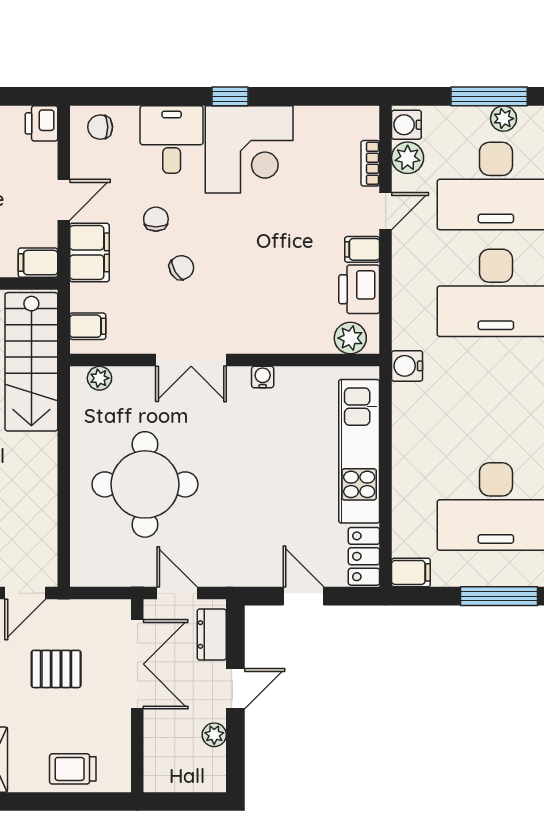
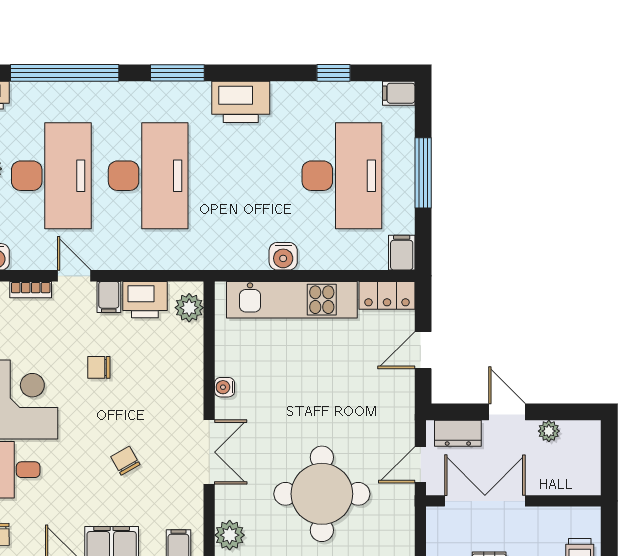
plant: (408, 158) -> (26, 256), removed
chair: (156, 219) -> (99, 367), moved
water cooler: (407, 366) -> (283, 256), moved
plant: (99, 378) -> (230, 535), width x1.38, depth x1.38

